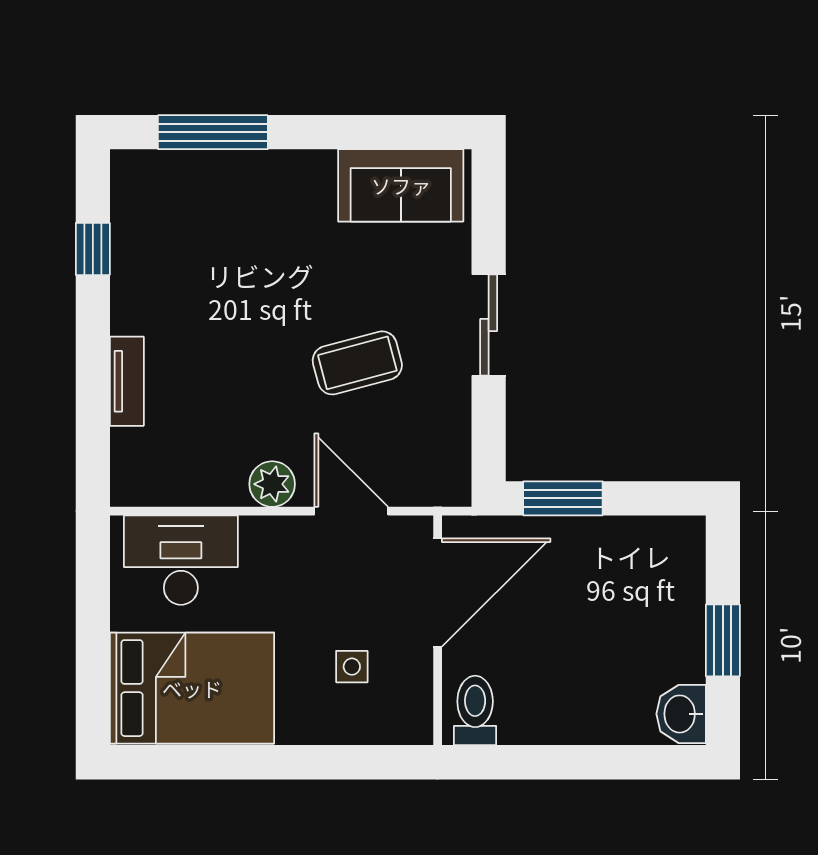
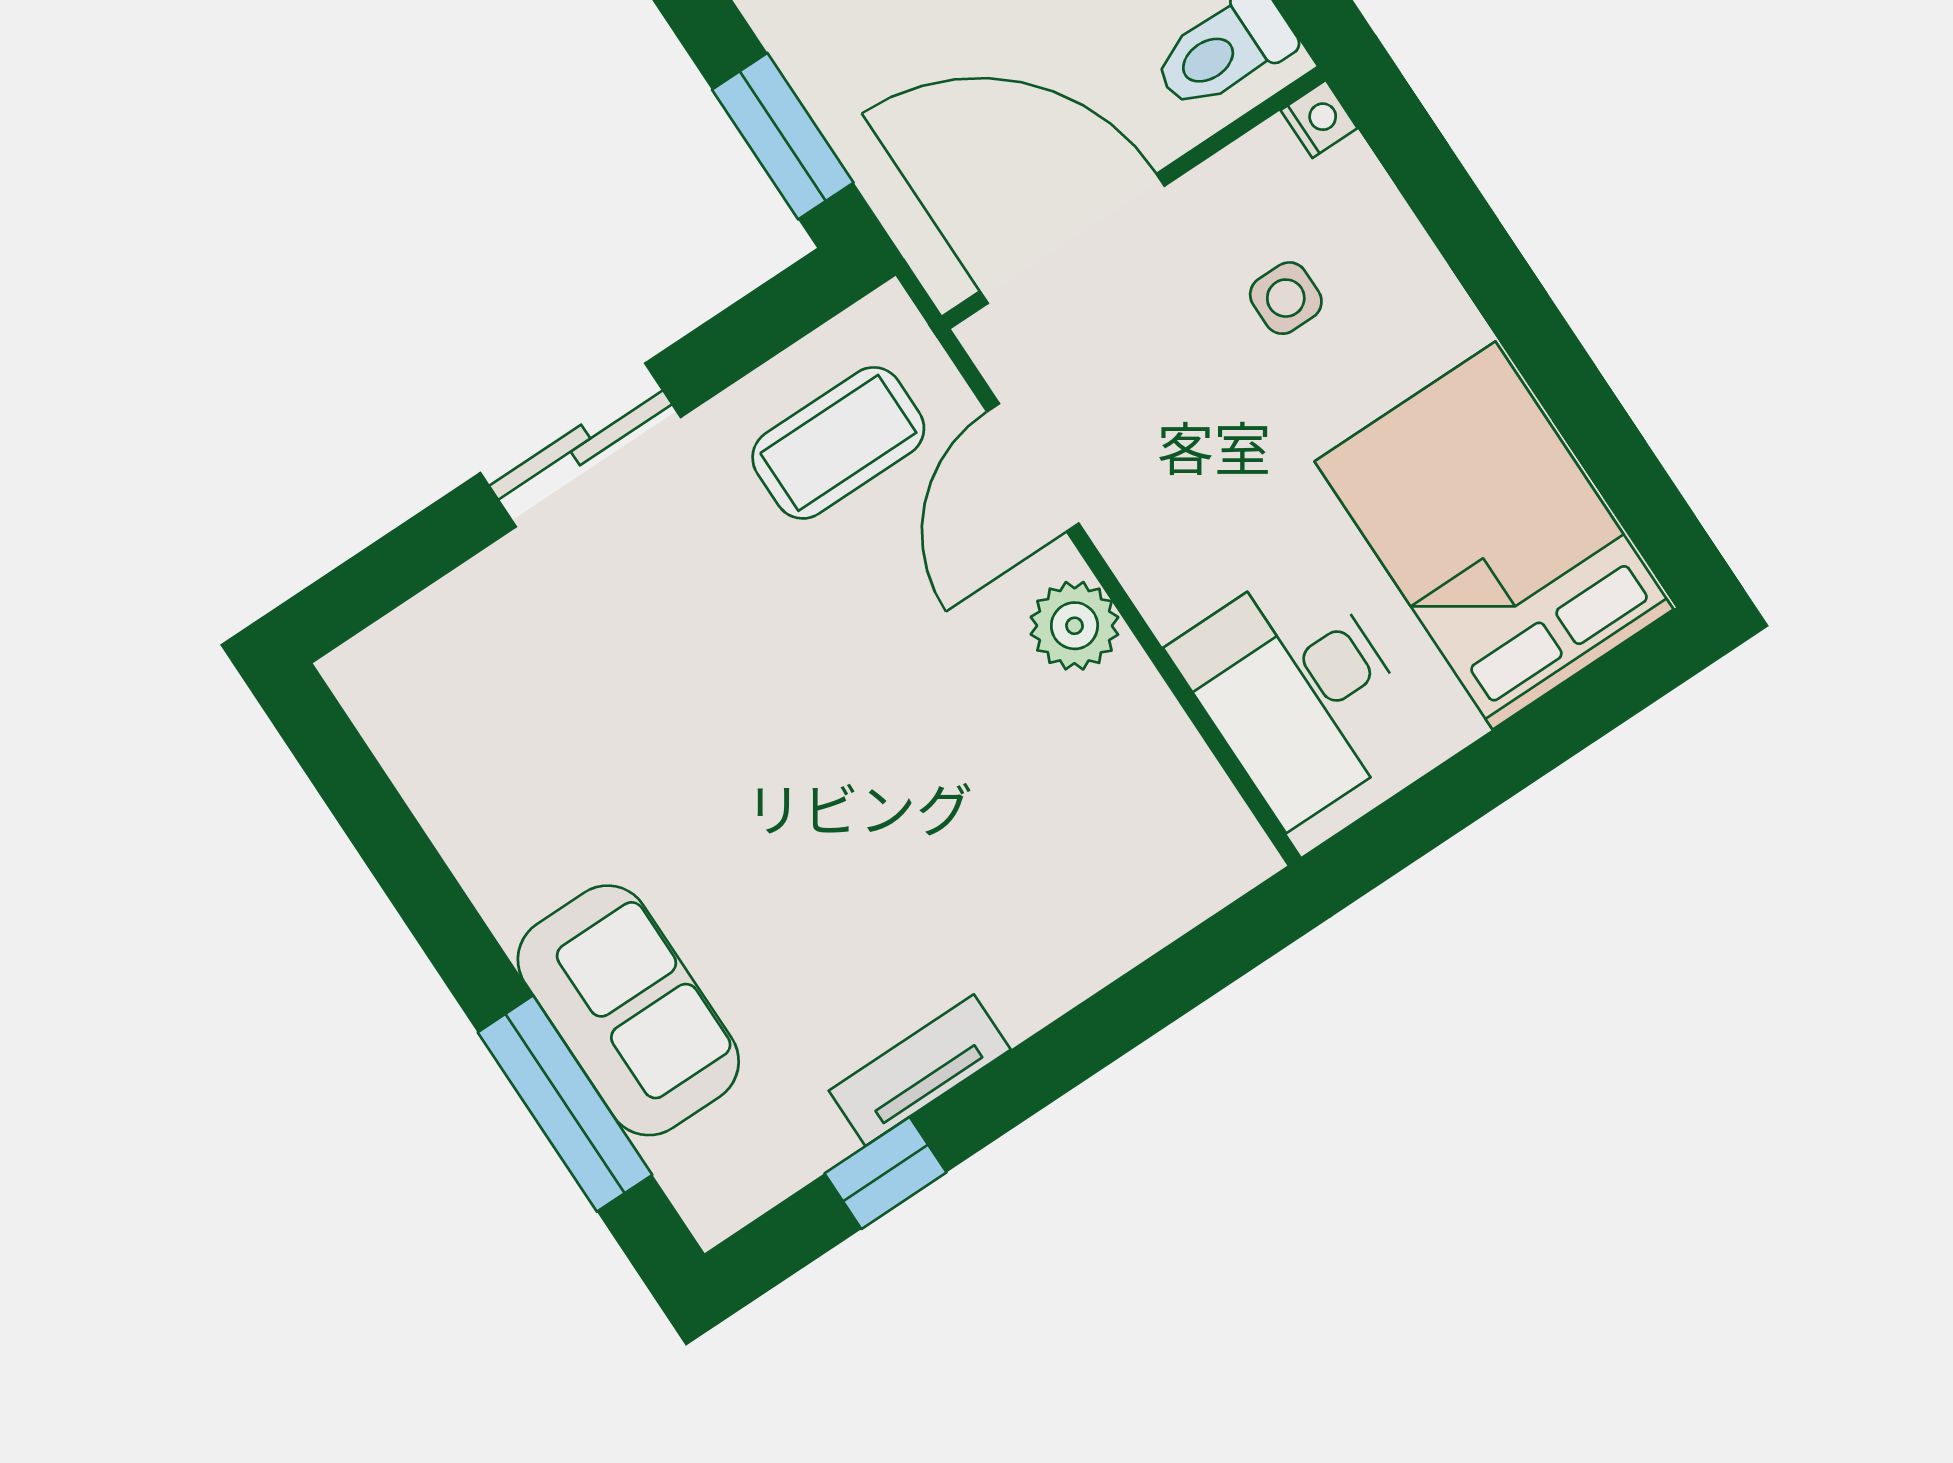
sofa: (401, 185) -> (628, 1010), moved
coffee table: (357, 363) -> (838, 443), moved, turned -75
tv unit: (127, 381) -> (920, 1070), moved
nightstand: (419, 731) -> (1319, 119), added

